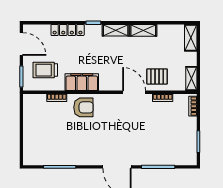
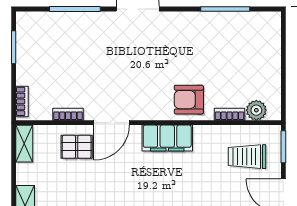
trolley: (45, 70) -> (247, 157), turned 180
filing cabinet: (82, 82) -> (167, 138), moved
door: (134, 92) -> (112, 123), hinge flipped
plant: (39, 100) -> (256, 110), added

